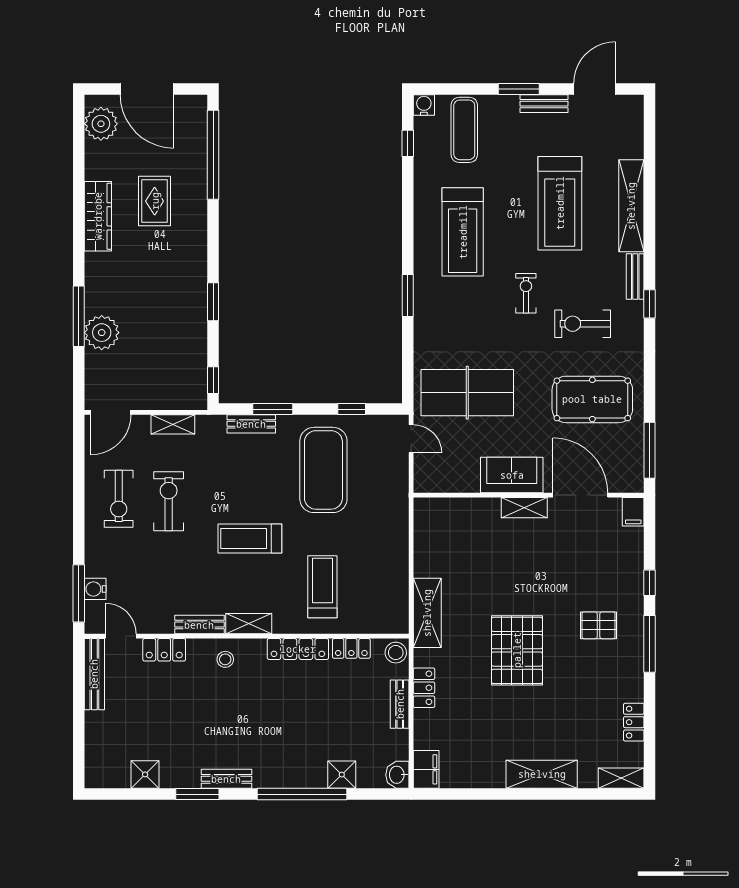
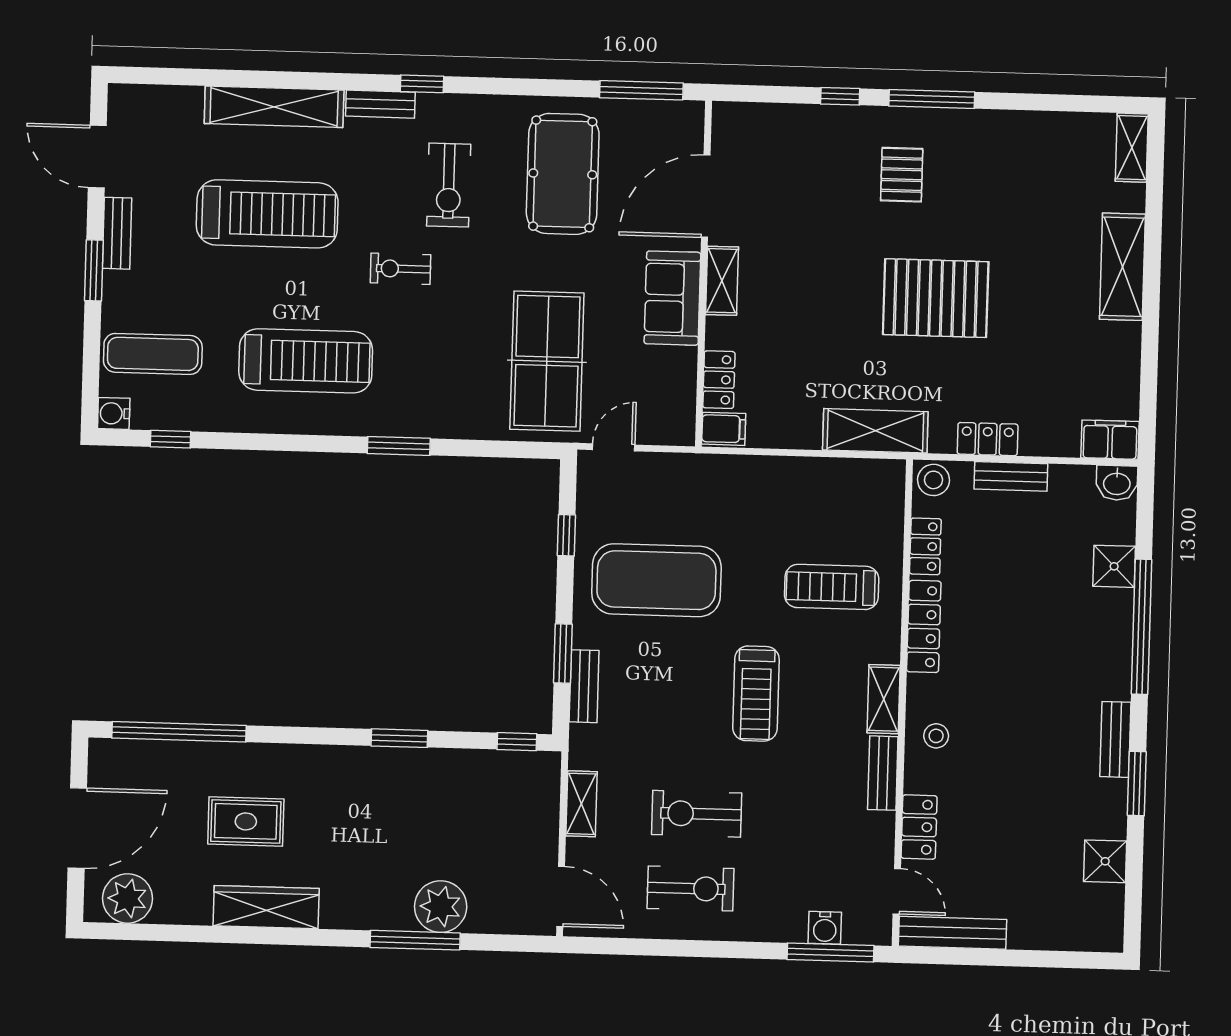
filing cabinet: (633, 512) -> (724, 429), moved
door: (121, 636) -> (897, 891), swing flipped
locker: (634, 722) -> (719, 380), moved, turned -90

